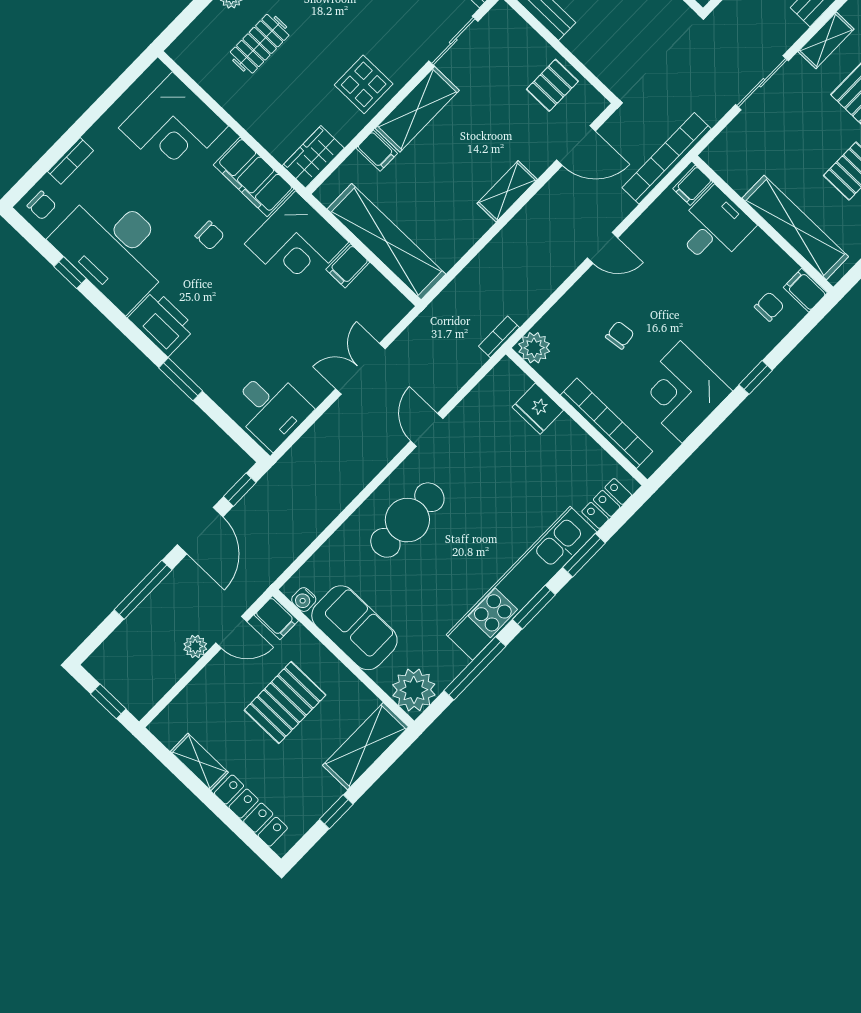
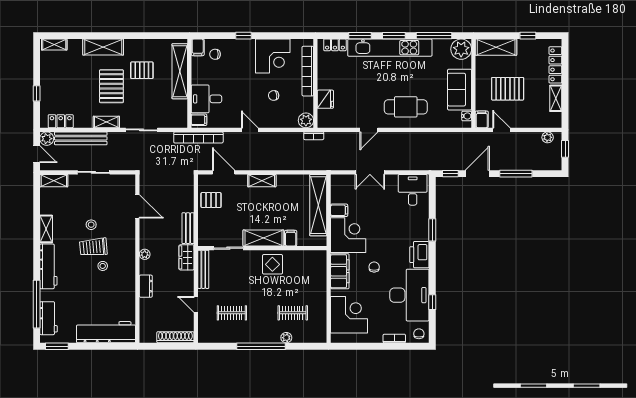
wardrobe: (313, 157) -> (314, 258), removed
plant: (195, 647) -> (548, 137), moved

